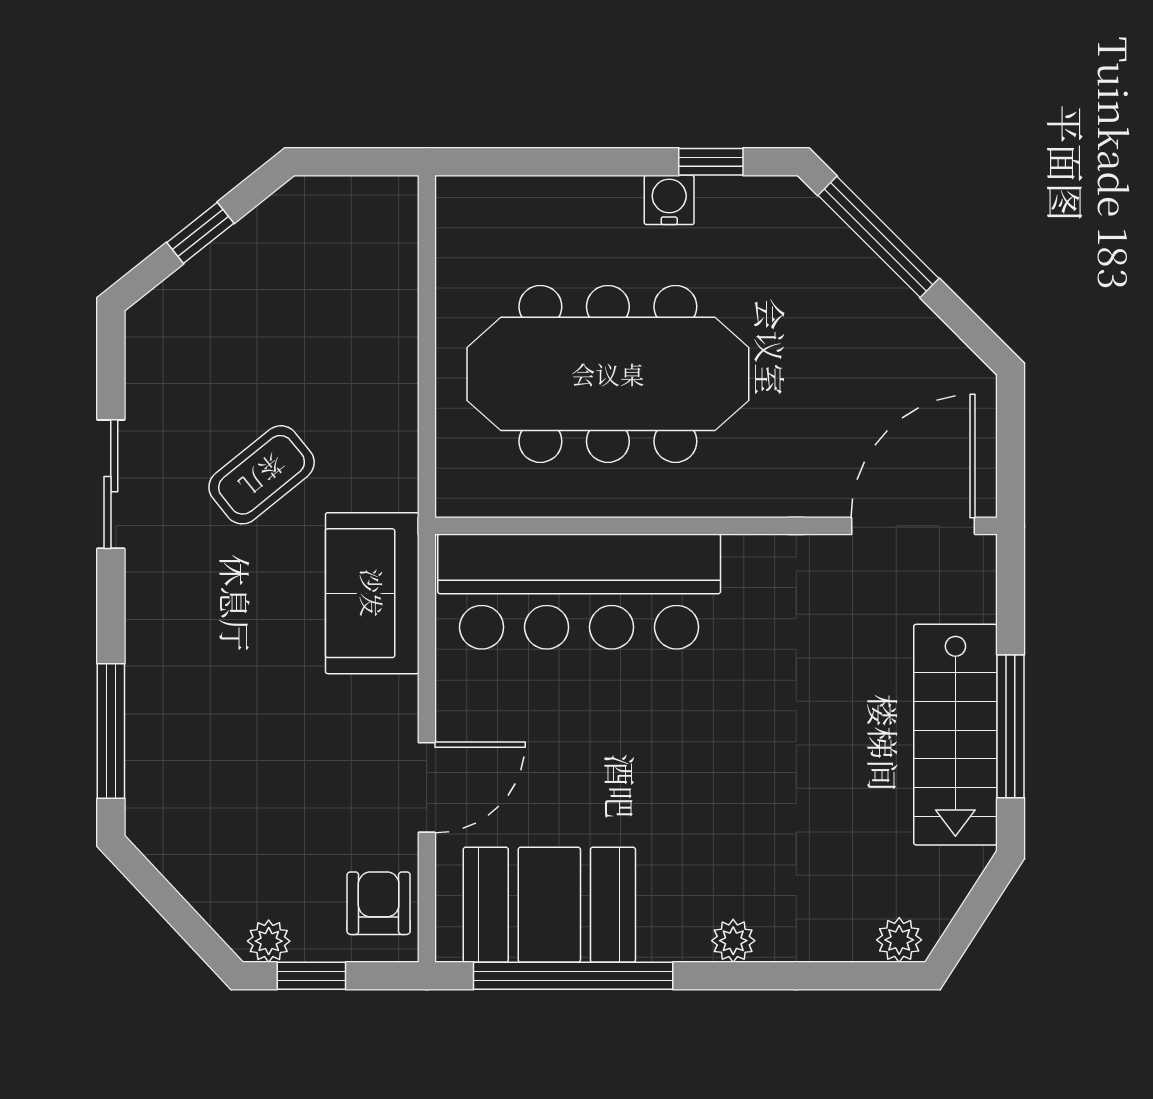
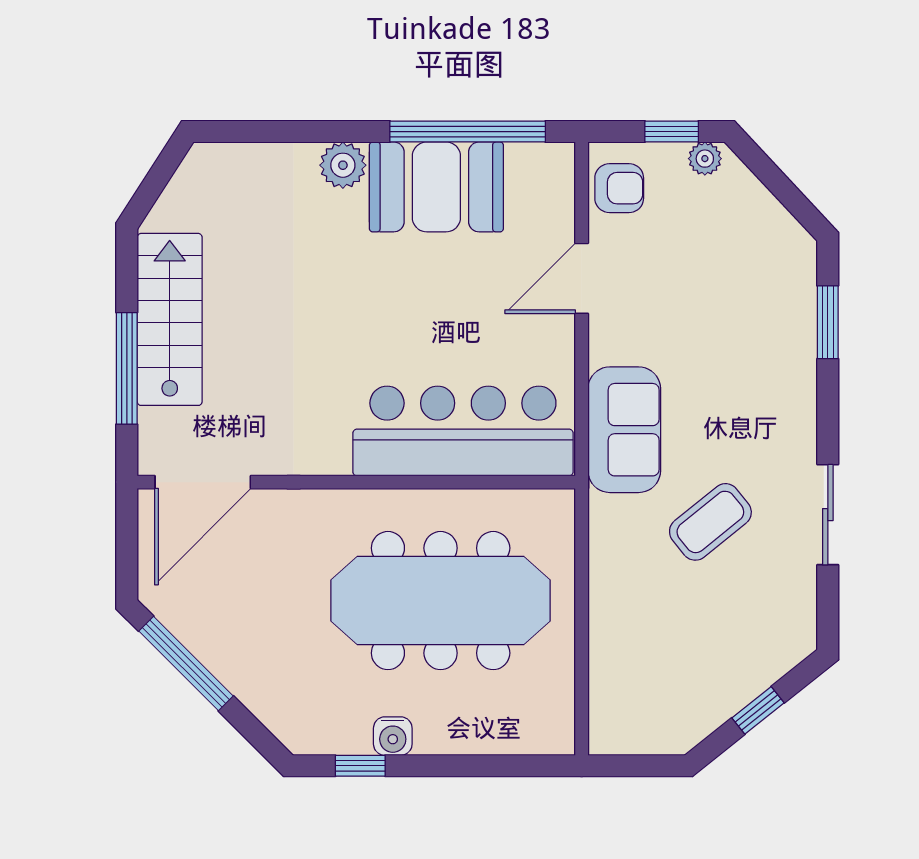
window: (879, 237) -> (186, 664), moved
window: (1011, 726) -> (127, 368), moved
window: (111, 731) -> (828, 322), width x0.69
armchair: (379, 903) -> (619, 188), turned -90
booth: (549, 905) -> (436, 187), moved
plant: (899, 940) -> (214, 160), removed
plant: (733, 941) -> (343, 165), width x1.38, depth x1.38

